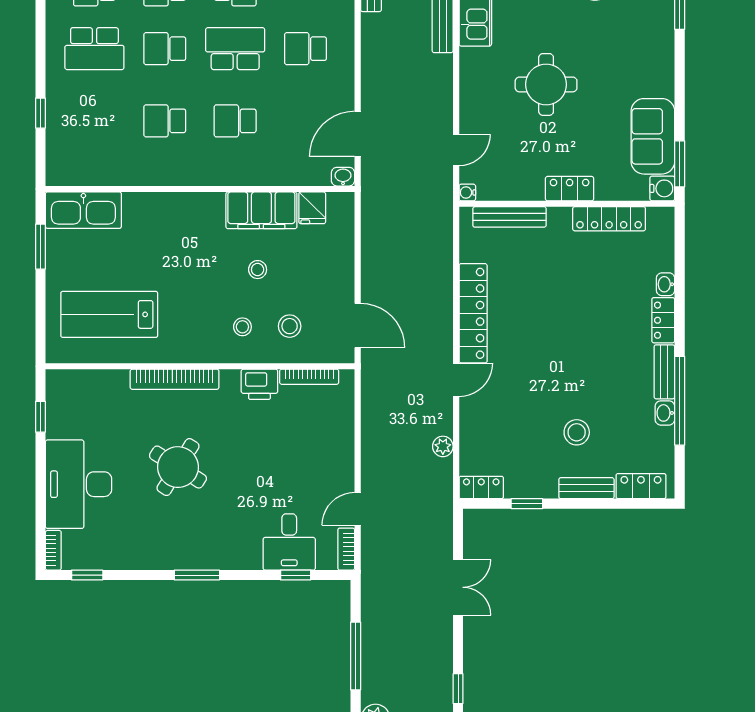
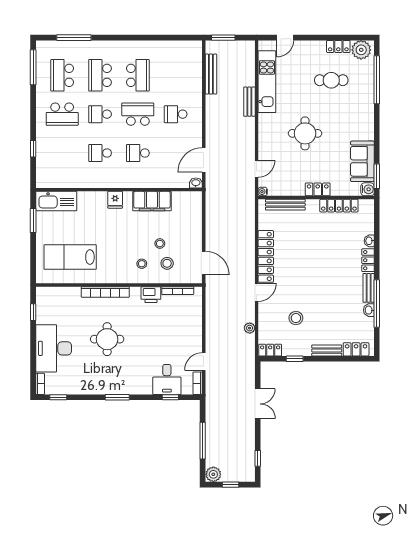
fridge: (312, 208) -> (115, 200), moved
stool: (258, 270) -> (160, 244), moved
stool: (577, 432) -> (296, 318), moved
round table: (178, 467) -> (107, 339), turned -32

